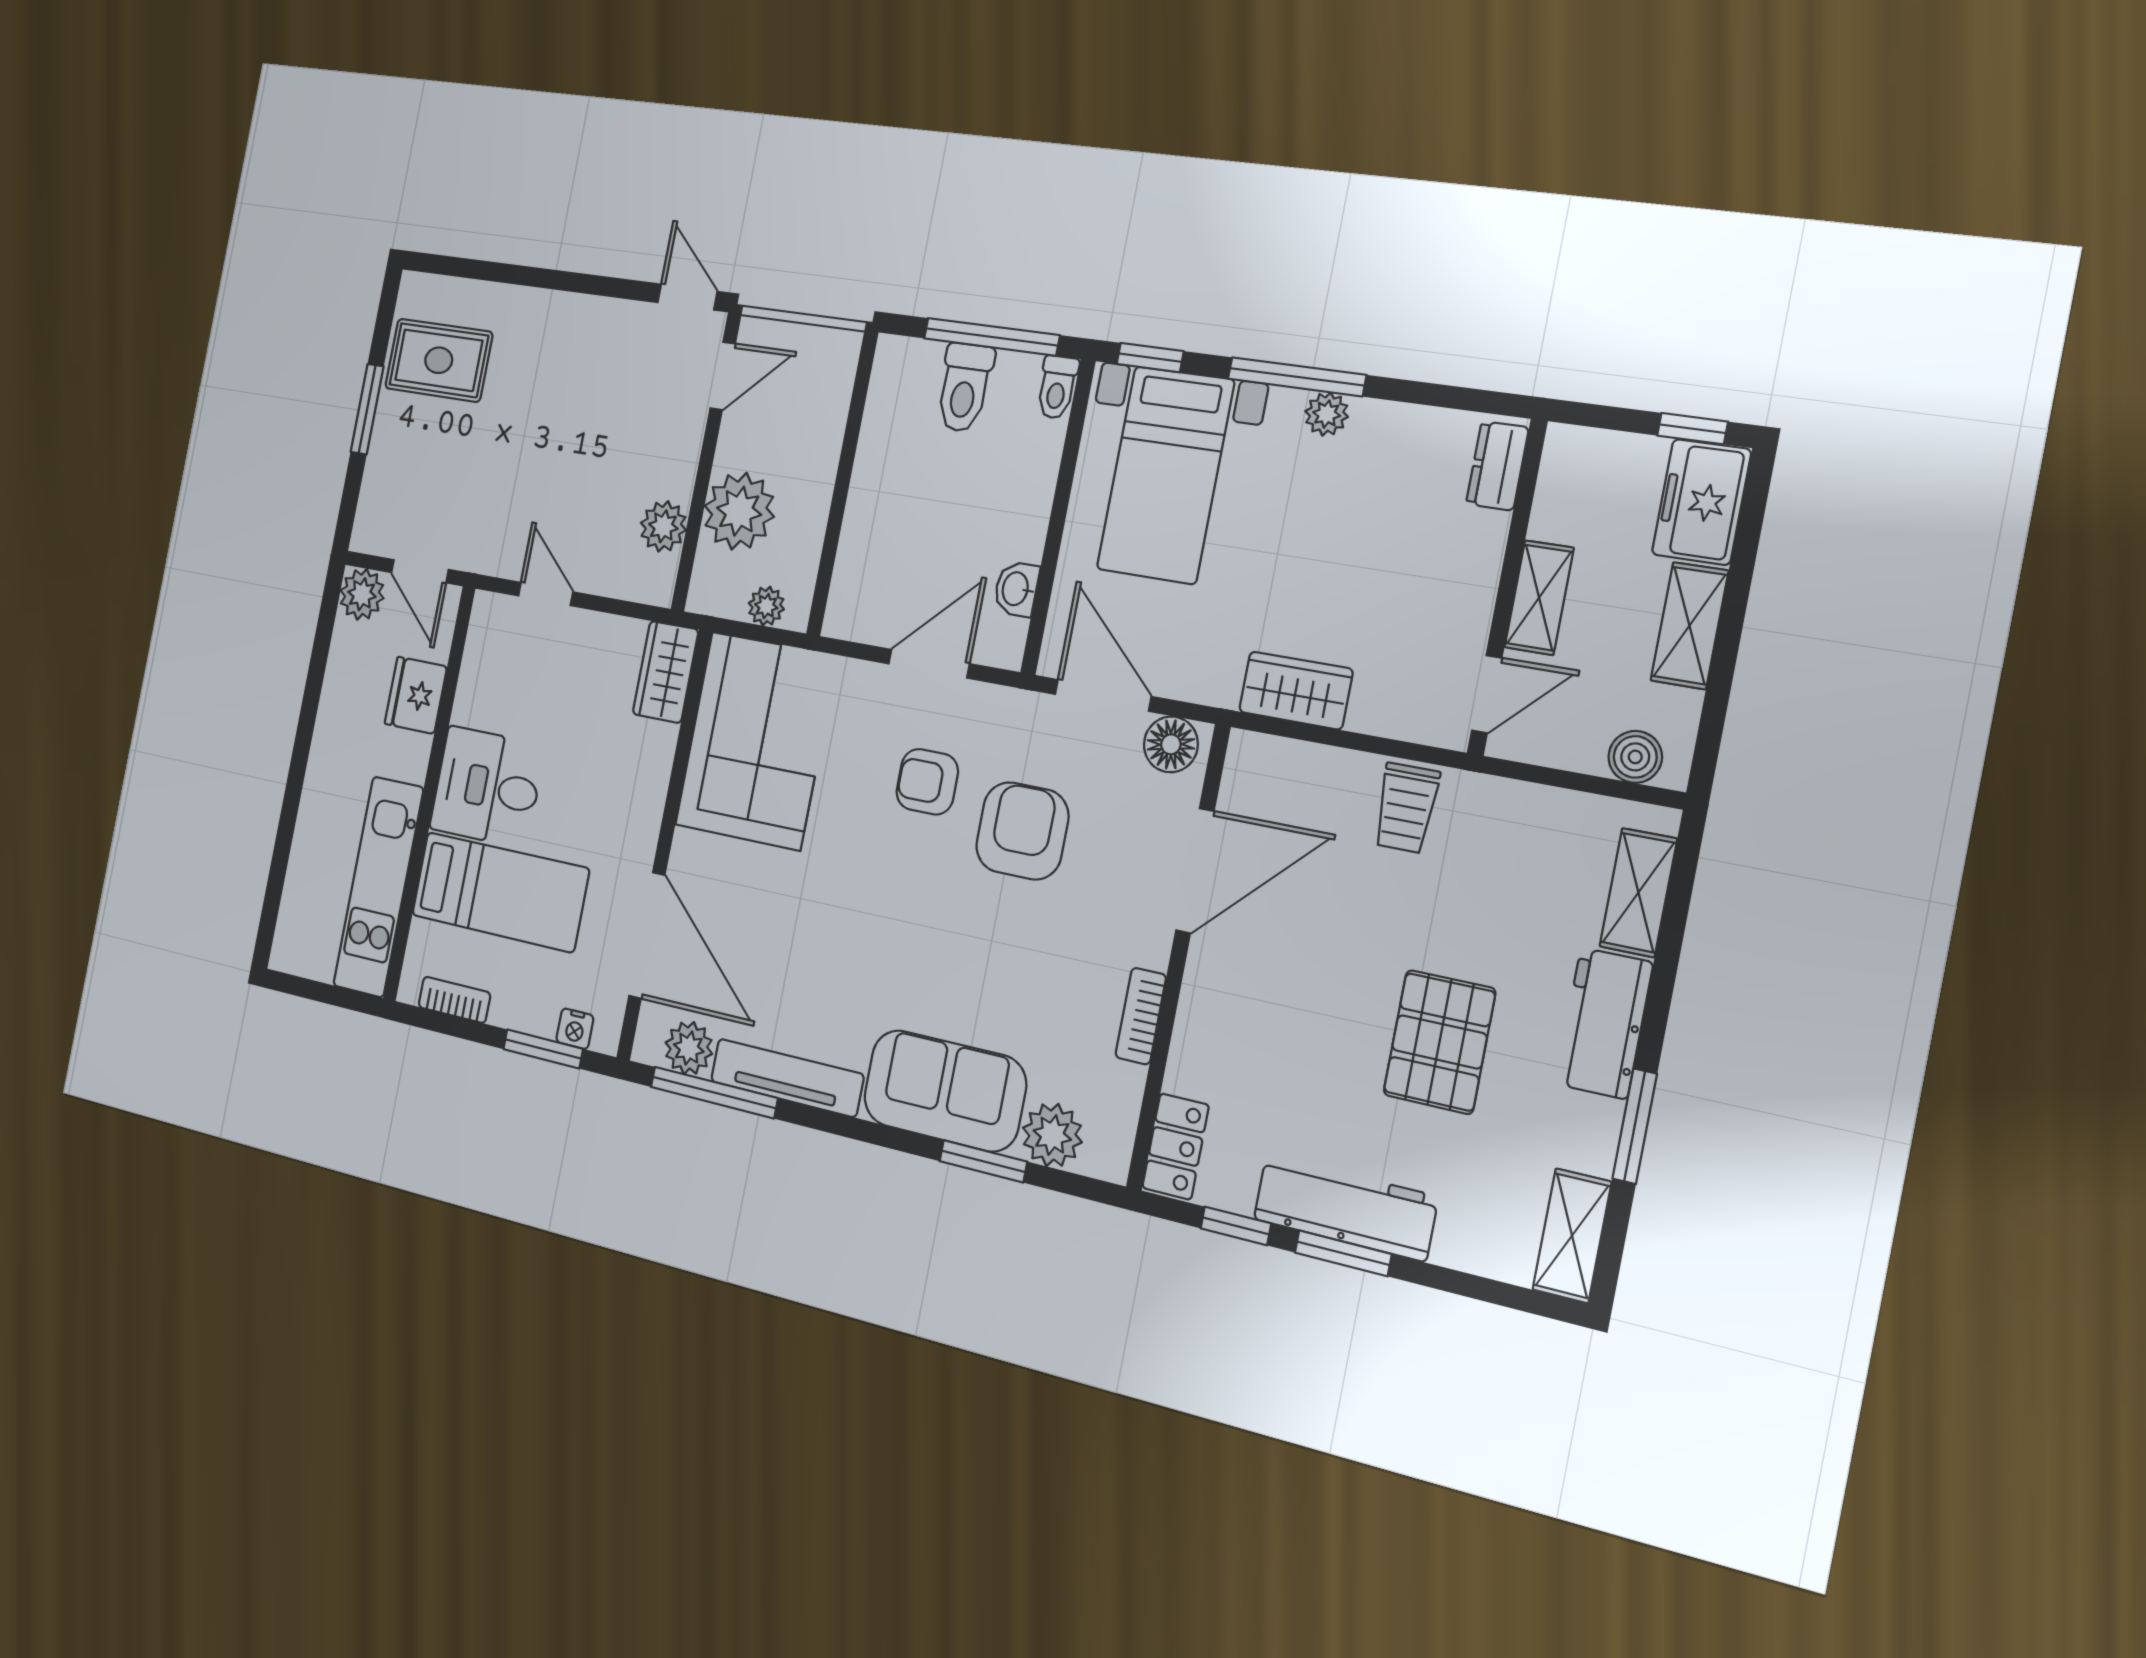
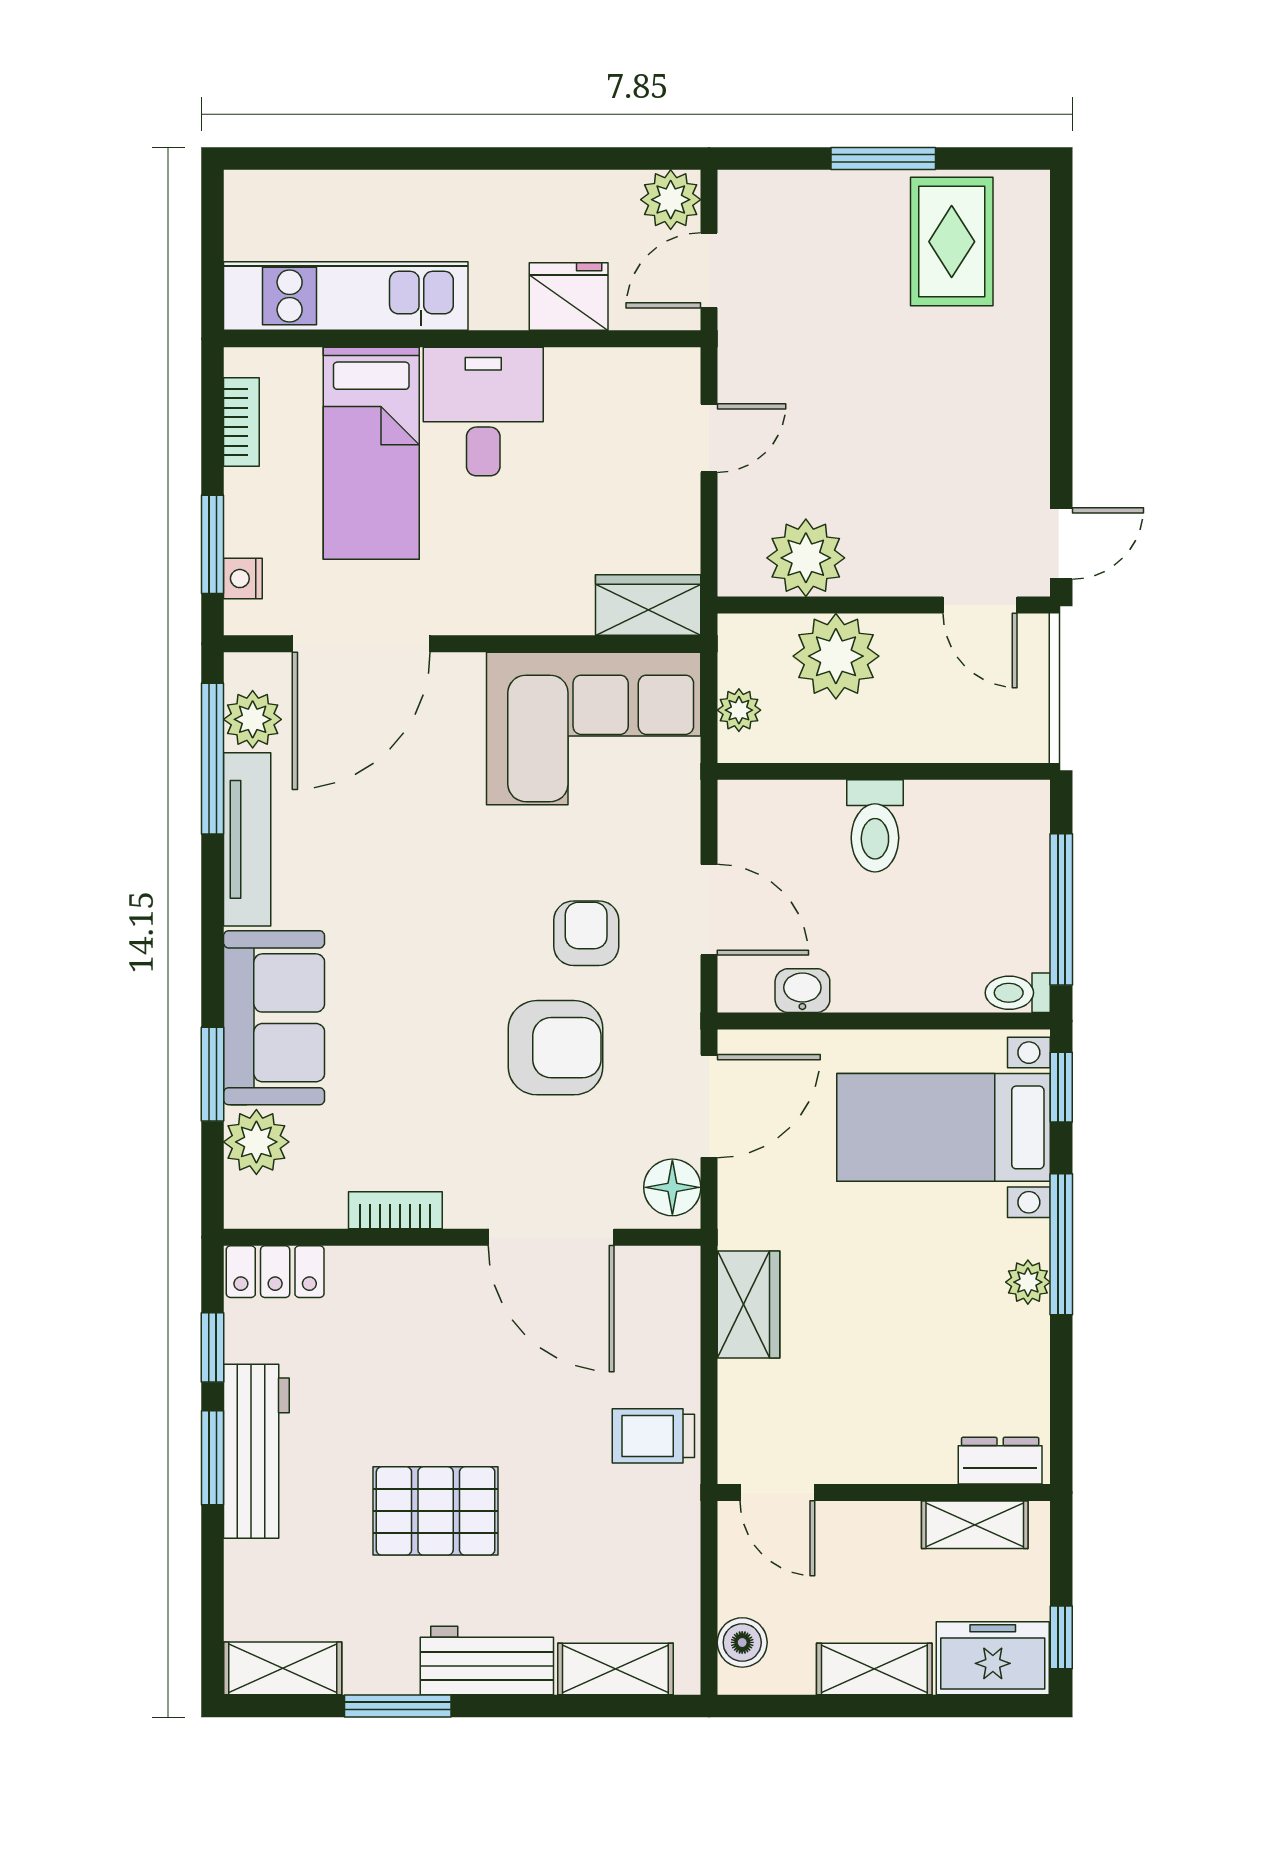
toilet: (964, 388) -> (875, 826), moved, turned -90
plant: (663, 526) -> (806, 558), width x1.36, depth x1.36
shelving: (1539, 598) -> (975, 1525), moved

